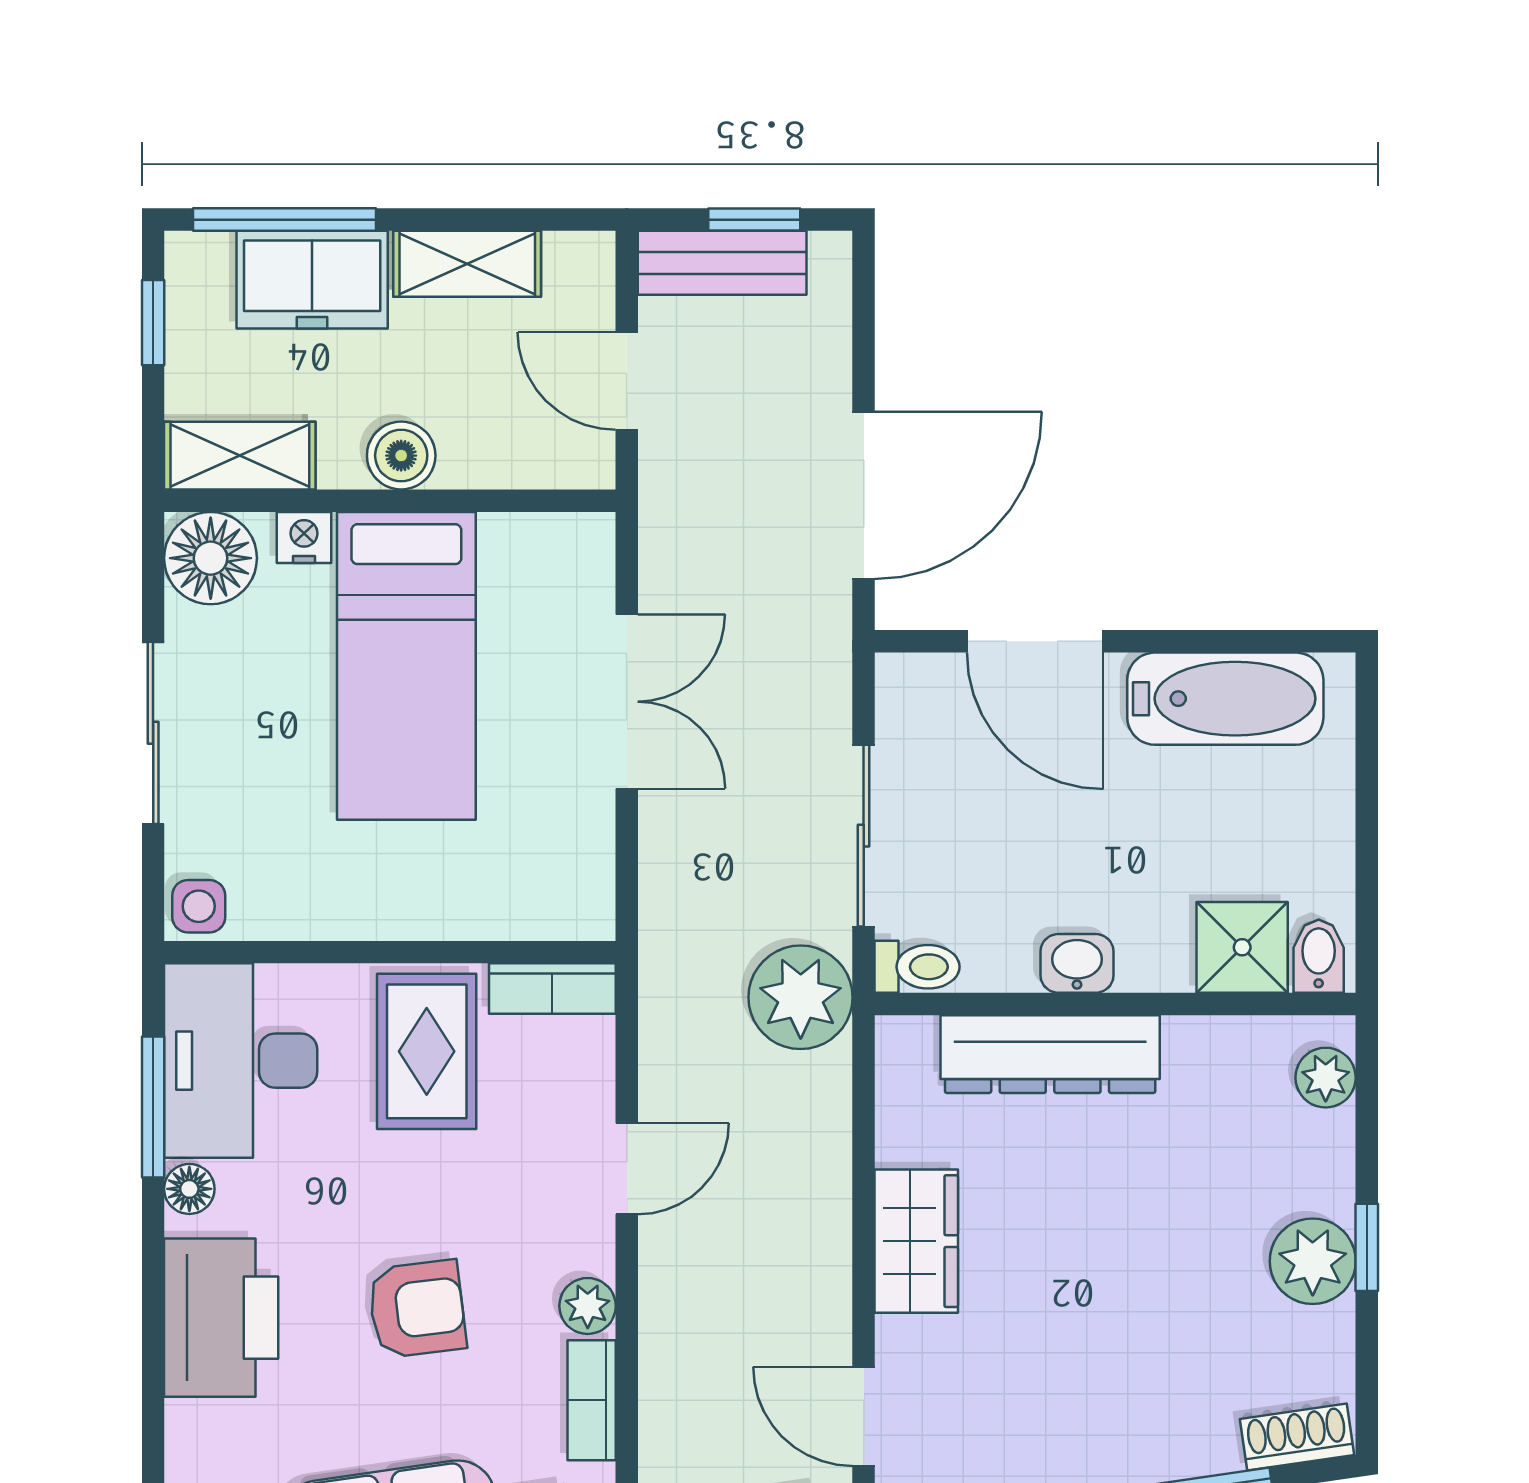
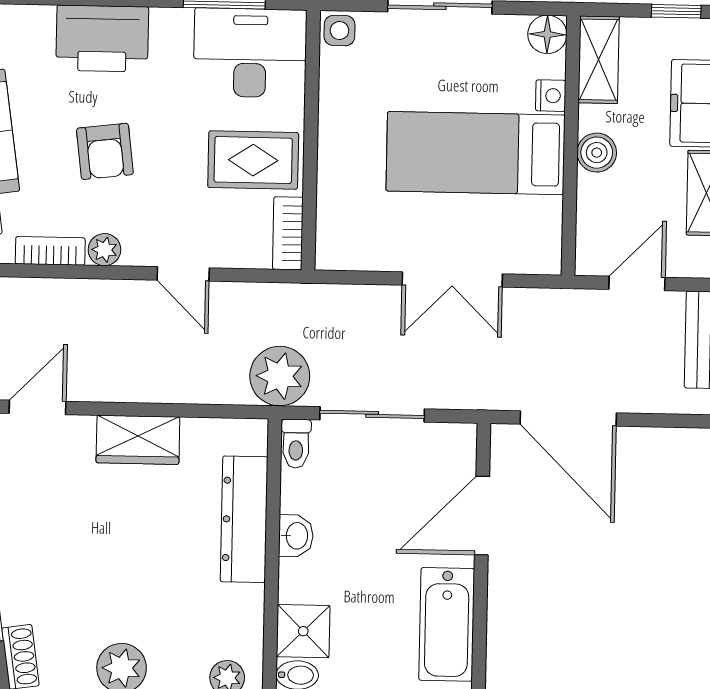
floor lamp: (211, 558) -> (547, 34), width x0.73, depth x0.73
floor lamp: (189, 1189) -> (177, 22), removed

